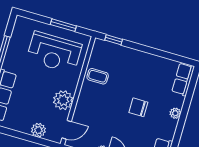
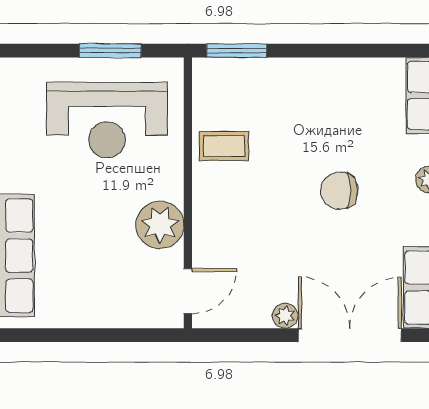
window: (114, 40) -> (236, 51), width x1.50
plant: (38, 130) -> (123, 311), removed

